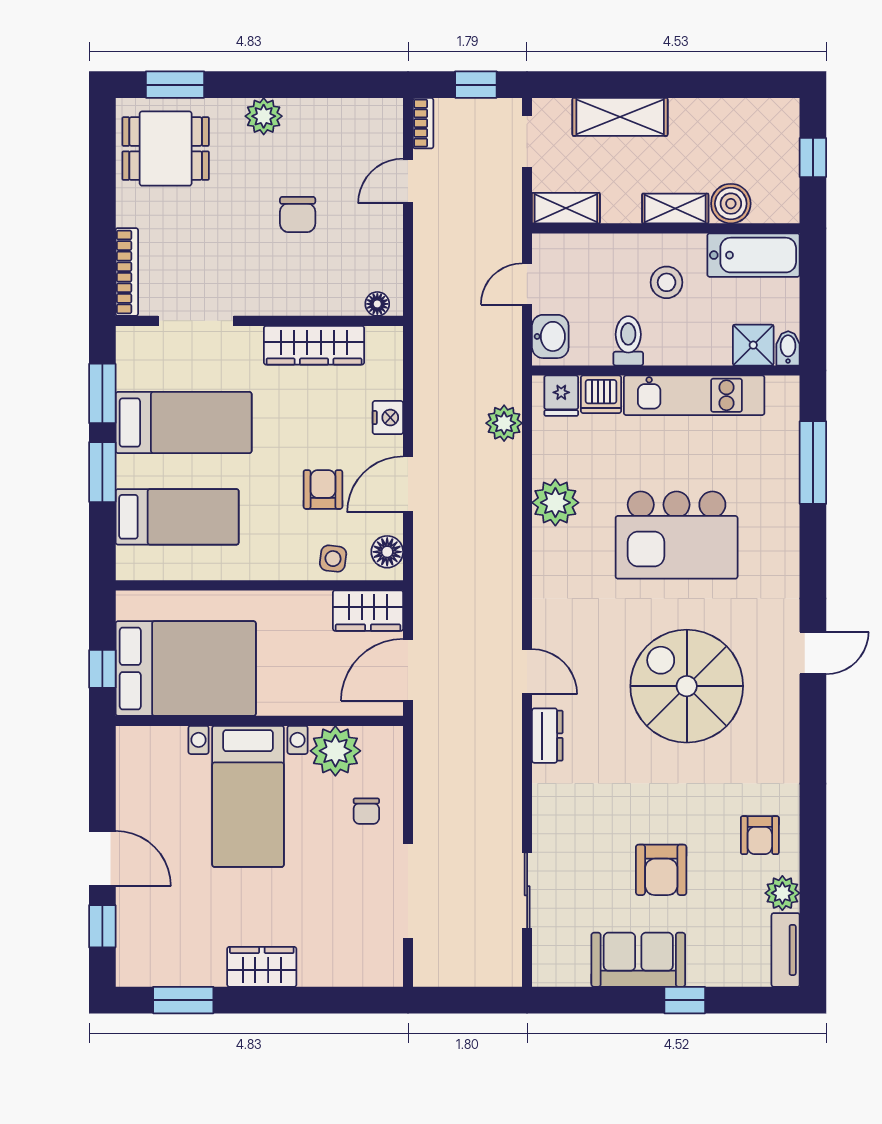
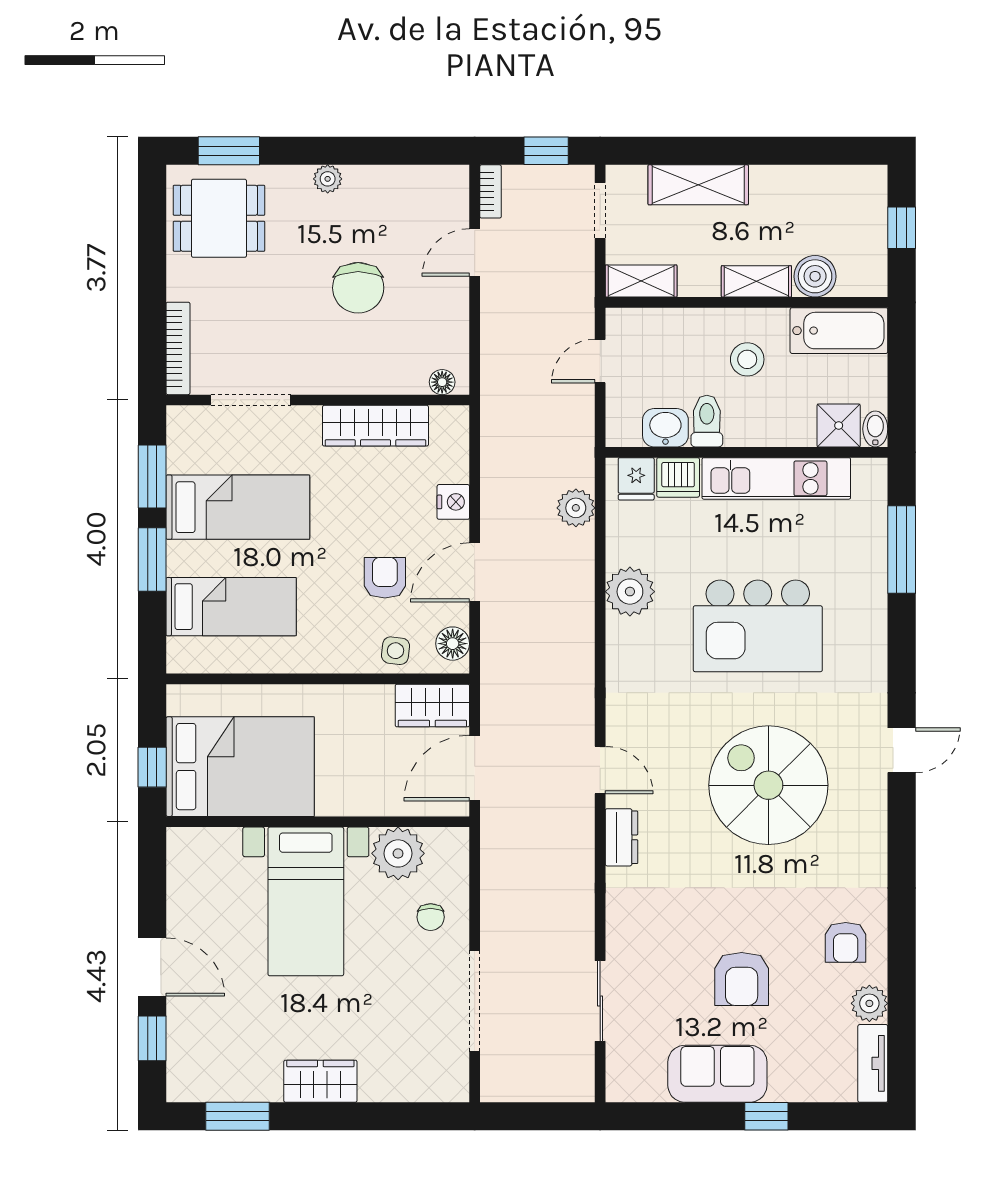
plant: (264, 116) -> (328, 179), width x0.73, depth x0.73
chair: (298, 215) -> (358, 288), width x1.37, depth x1.37
washbasin: (550, 336) -> (665, 428), moved, turned -90

